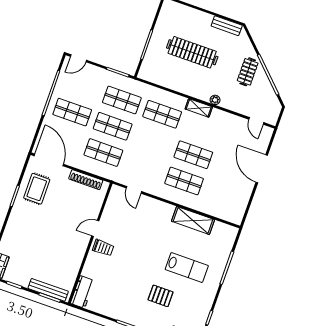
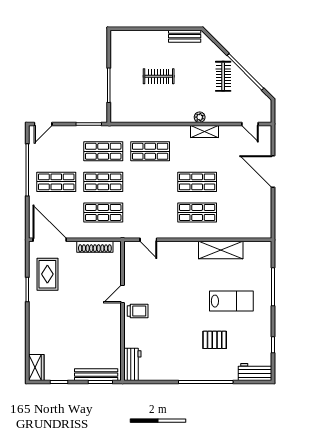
clothes rail: (192, 52) -> (159, 76), width x0.54, depth x0.76
shelving: (199, 108) -> (204, 131), moved

